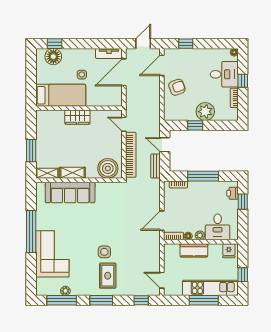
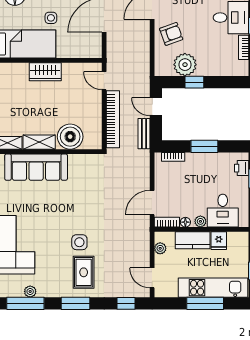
plant: (205, 112) -> (185, 65), moved
boiler: (108, 168) -> (70, 137), moved
window: (203, 176) -> (204, 146), width x0.69
fridge: (229, 251) -> (219, 241), moved
plant: (168, 257) -> (160, 248), added

